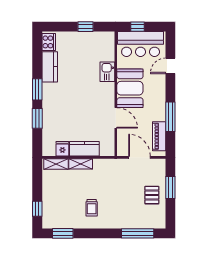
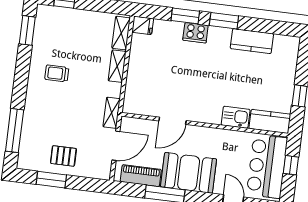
cooker: (49, 42) -> (195, 33), moved
booth: (130, 88) -> (189, 173), moved
fridge: (62, 149) -> (143, 25), moved
kitchen counter: (84, 149) -> (270, 121), moved, turned -90
shelving: (116, 164) -> (112, 113), added
window: (170, 187) -> (51, 180), moved

